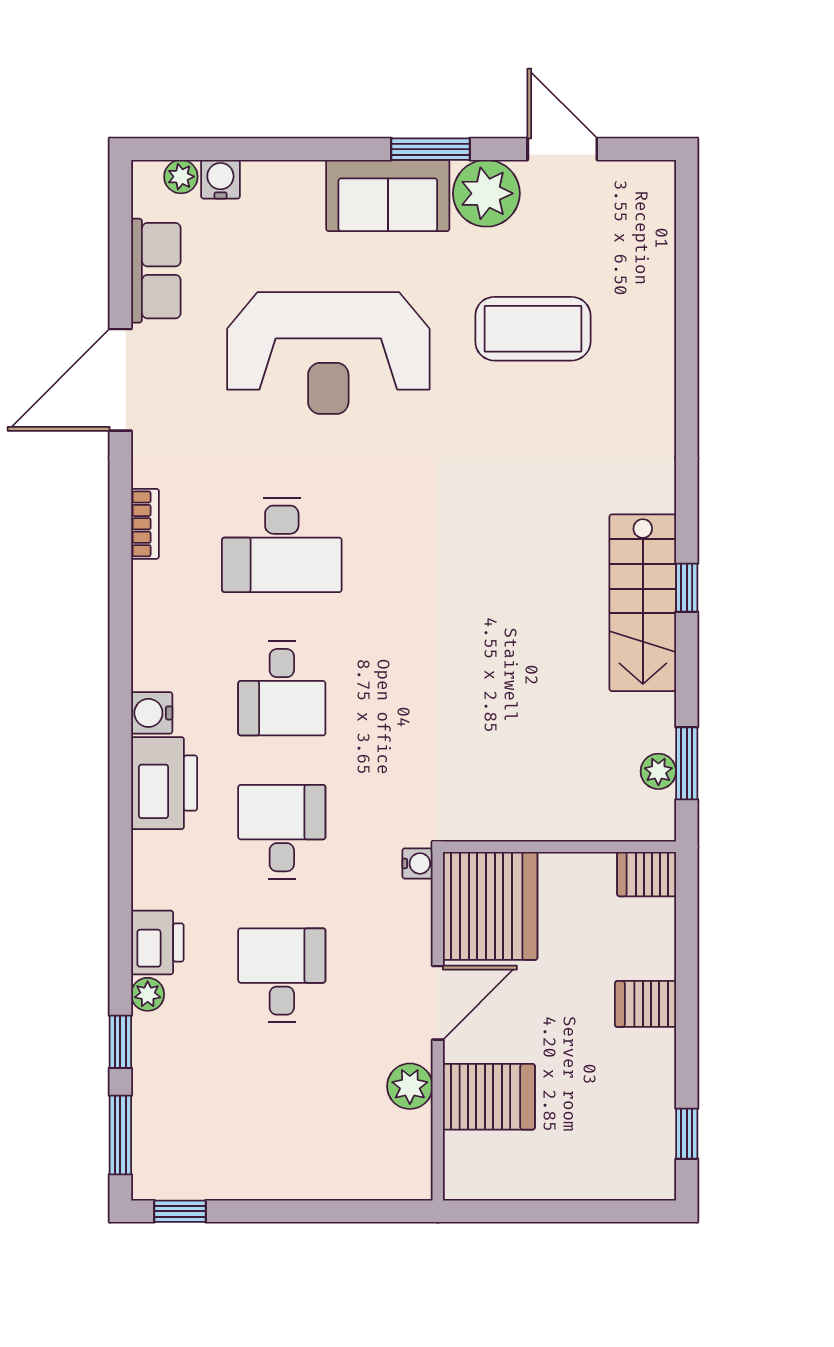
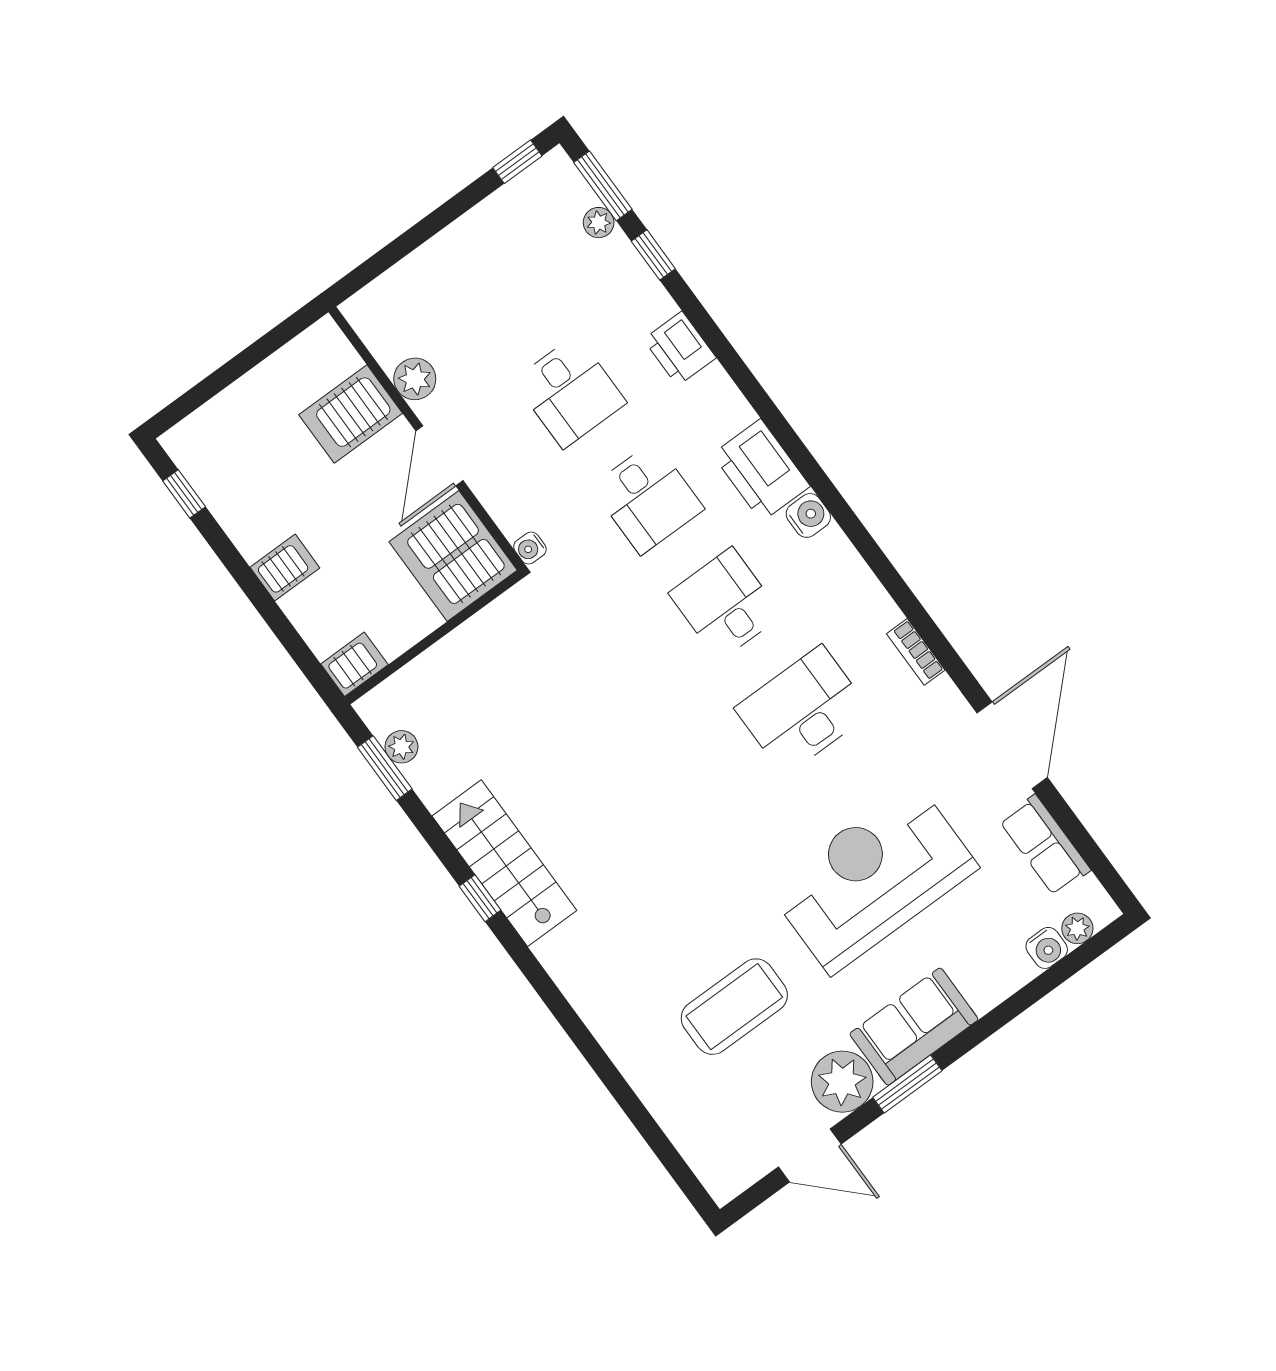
plant: (148, 994) -> (599, 223), moved

